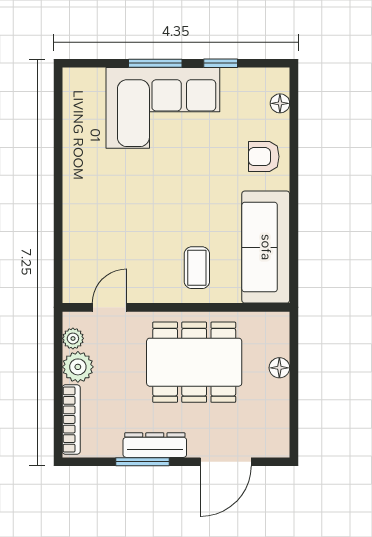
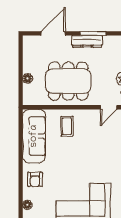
armchair: (264, 157) -> (35, 179), turned 90

